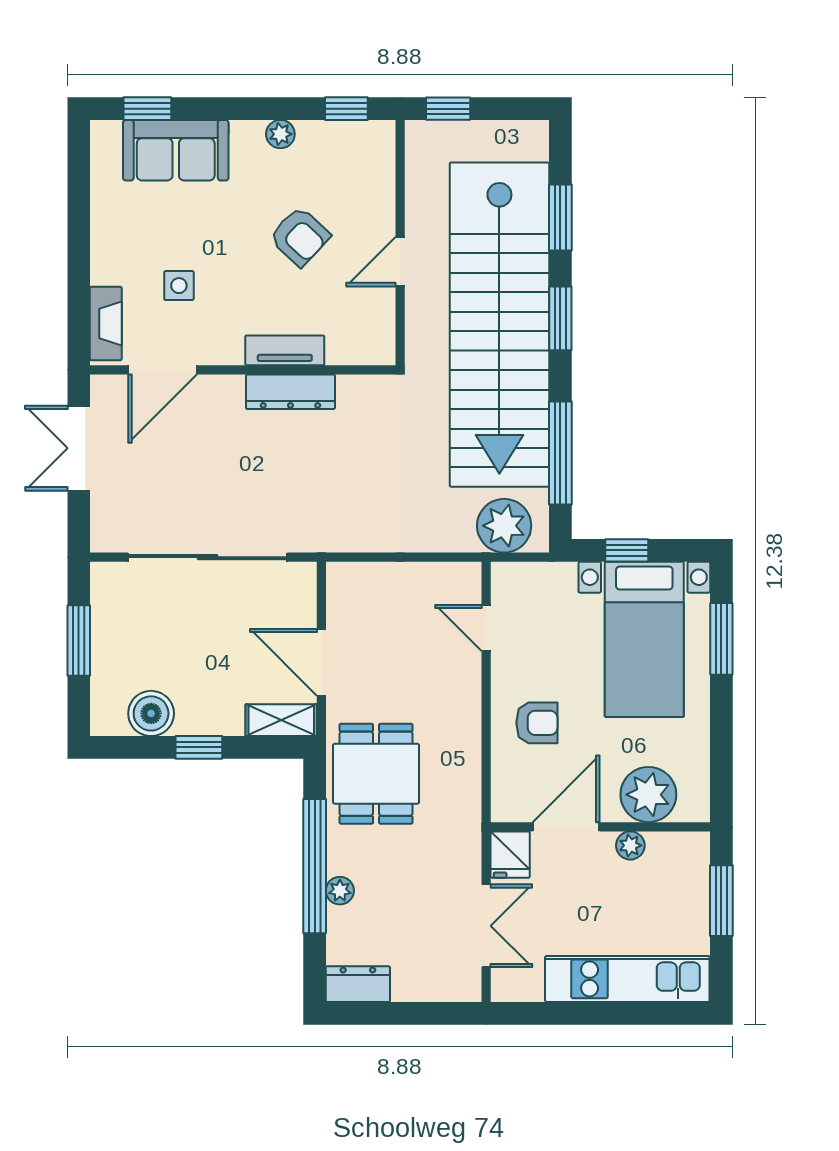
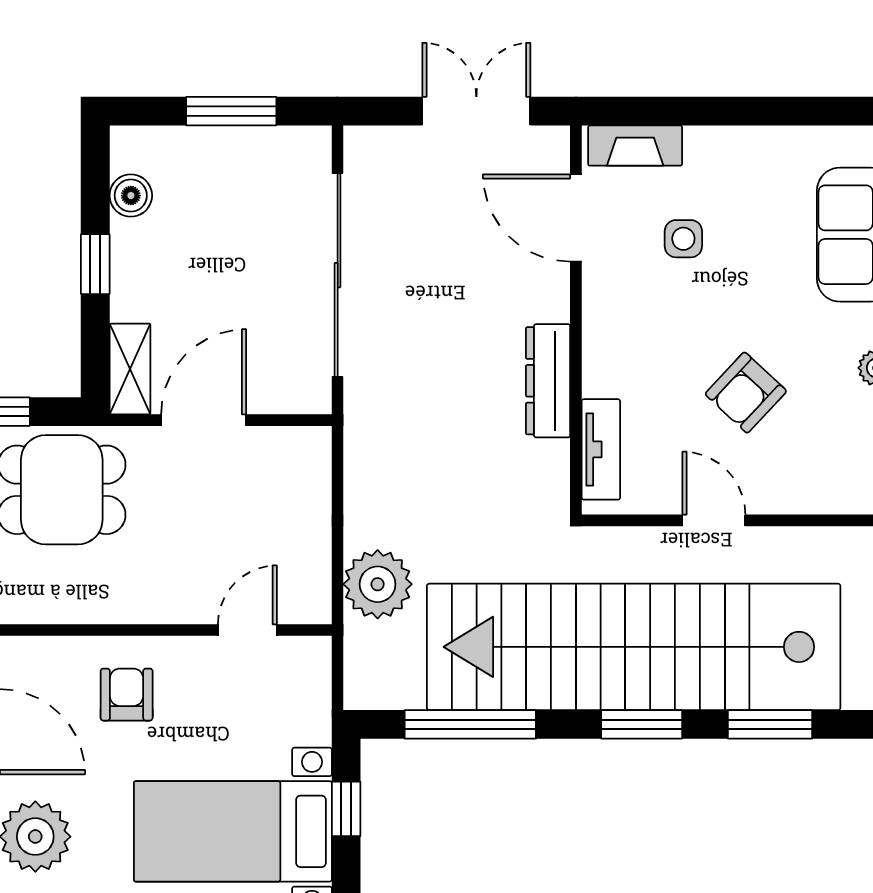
tv unit: (285, 350) -> (601, 449), moved
plant: (504, 526) -> (378, 584), moved
boiler: (151, 713) -> (131, 196), width x0.73, depth x0.73
armchair: (537, 723) -> (127, 695), turned 180

